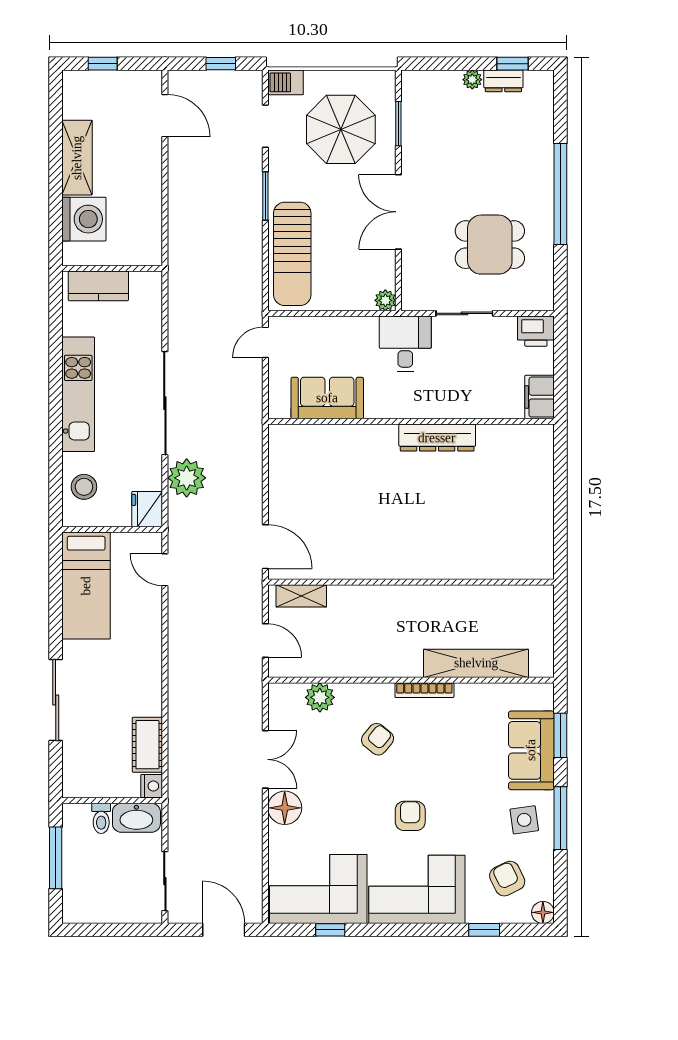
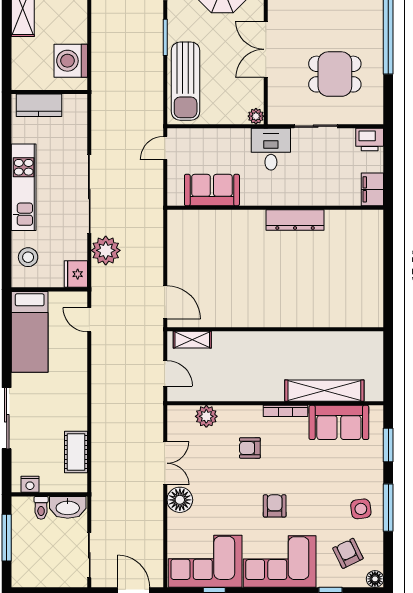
washing machine: (84, 219) -> (71, 61), moved, turned 180
armchair: (377, 739) -> (250, 448), turned -129
sofa: (531, 750) -> (339, 422), moved, turned -90
nightstand: (152, 786) -> (30, 484), moved, turned 90

